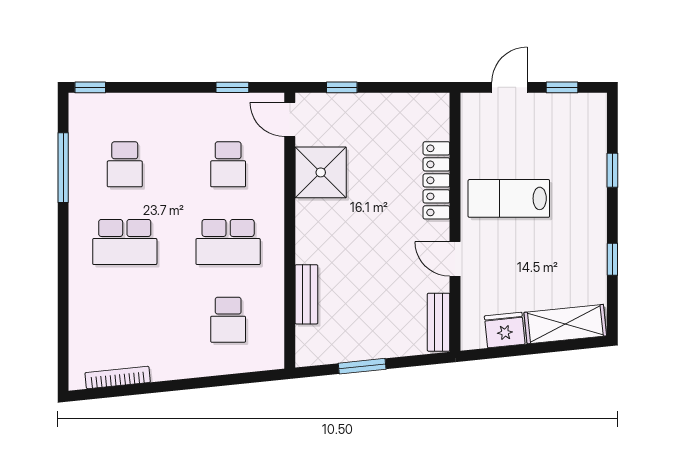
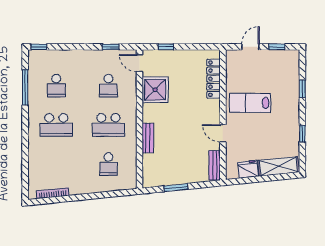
locker: (436, 180) -> (214, 79), moved
bench: (306, 294) -> (148, 138), moved

